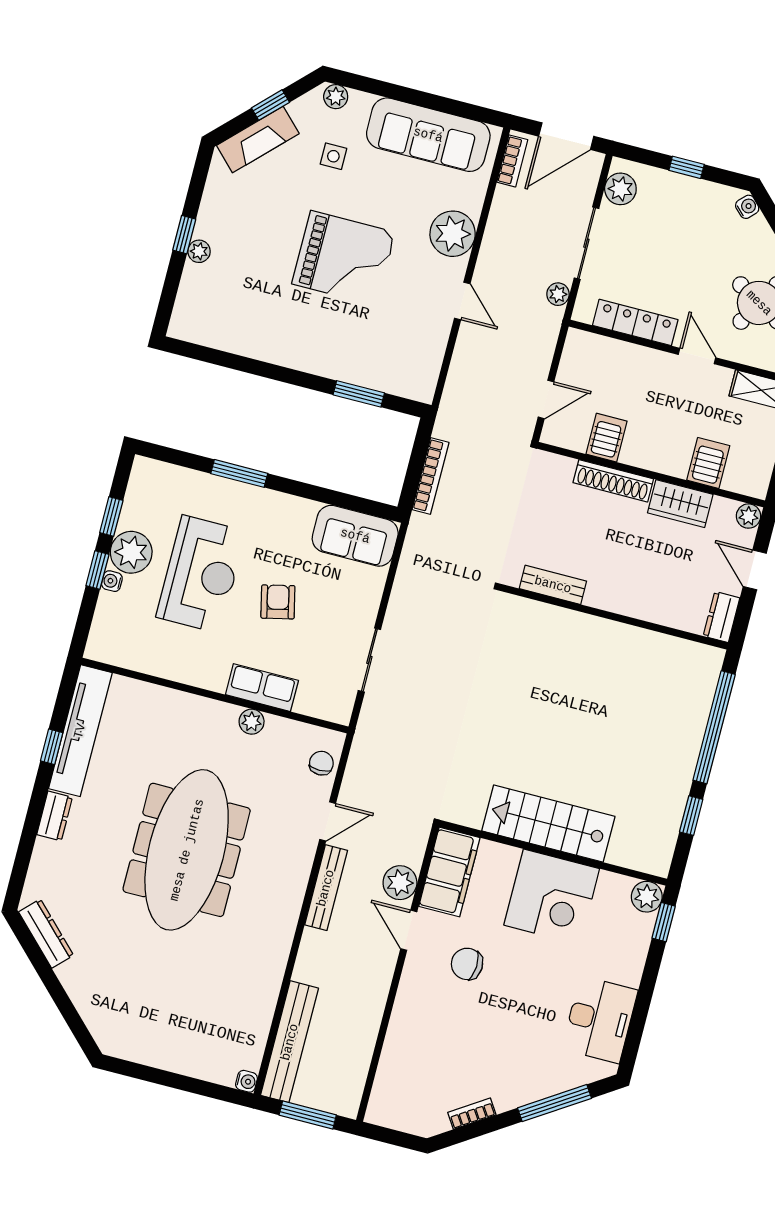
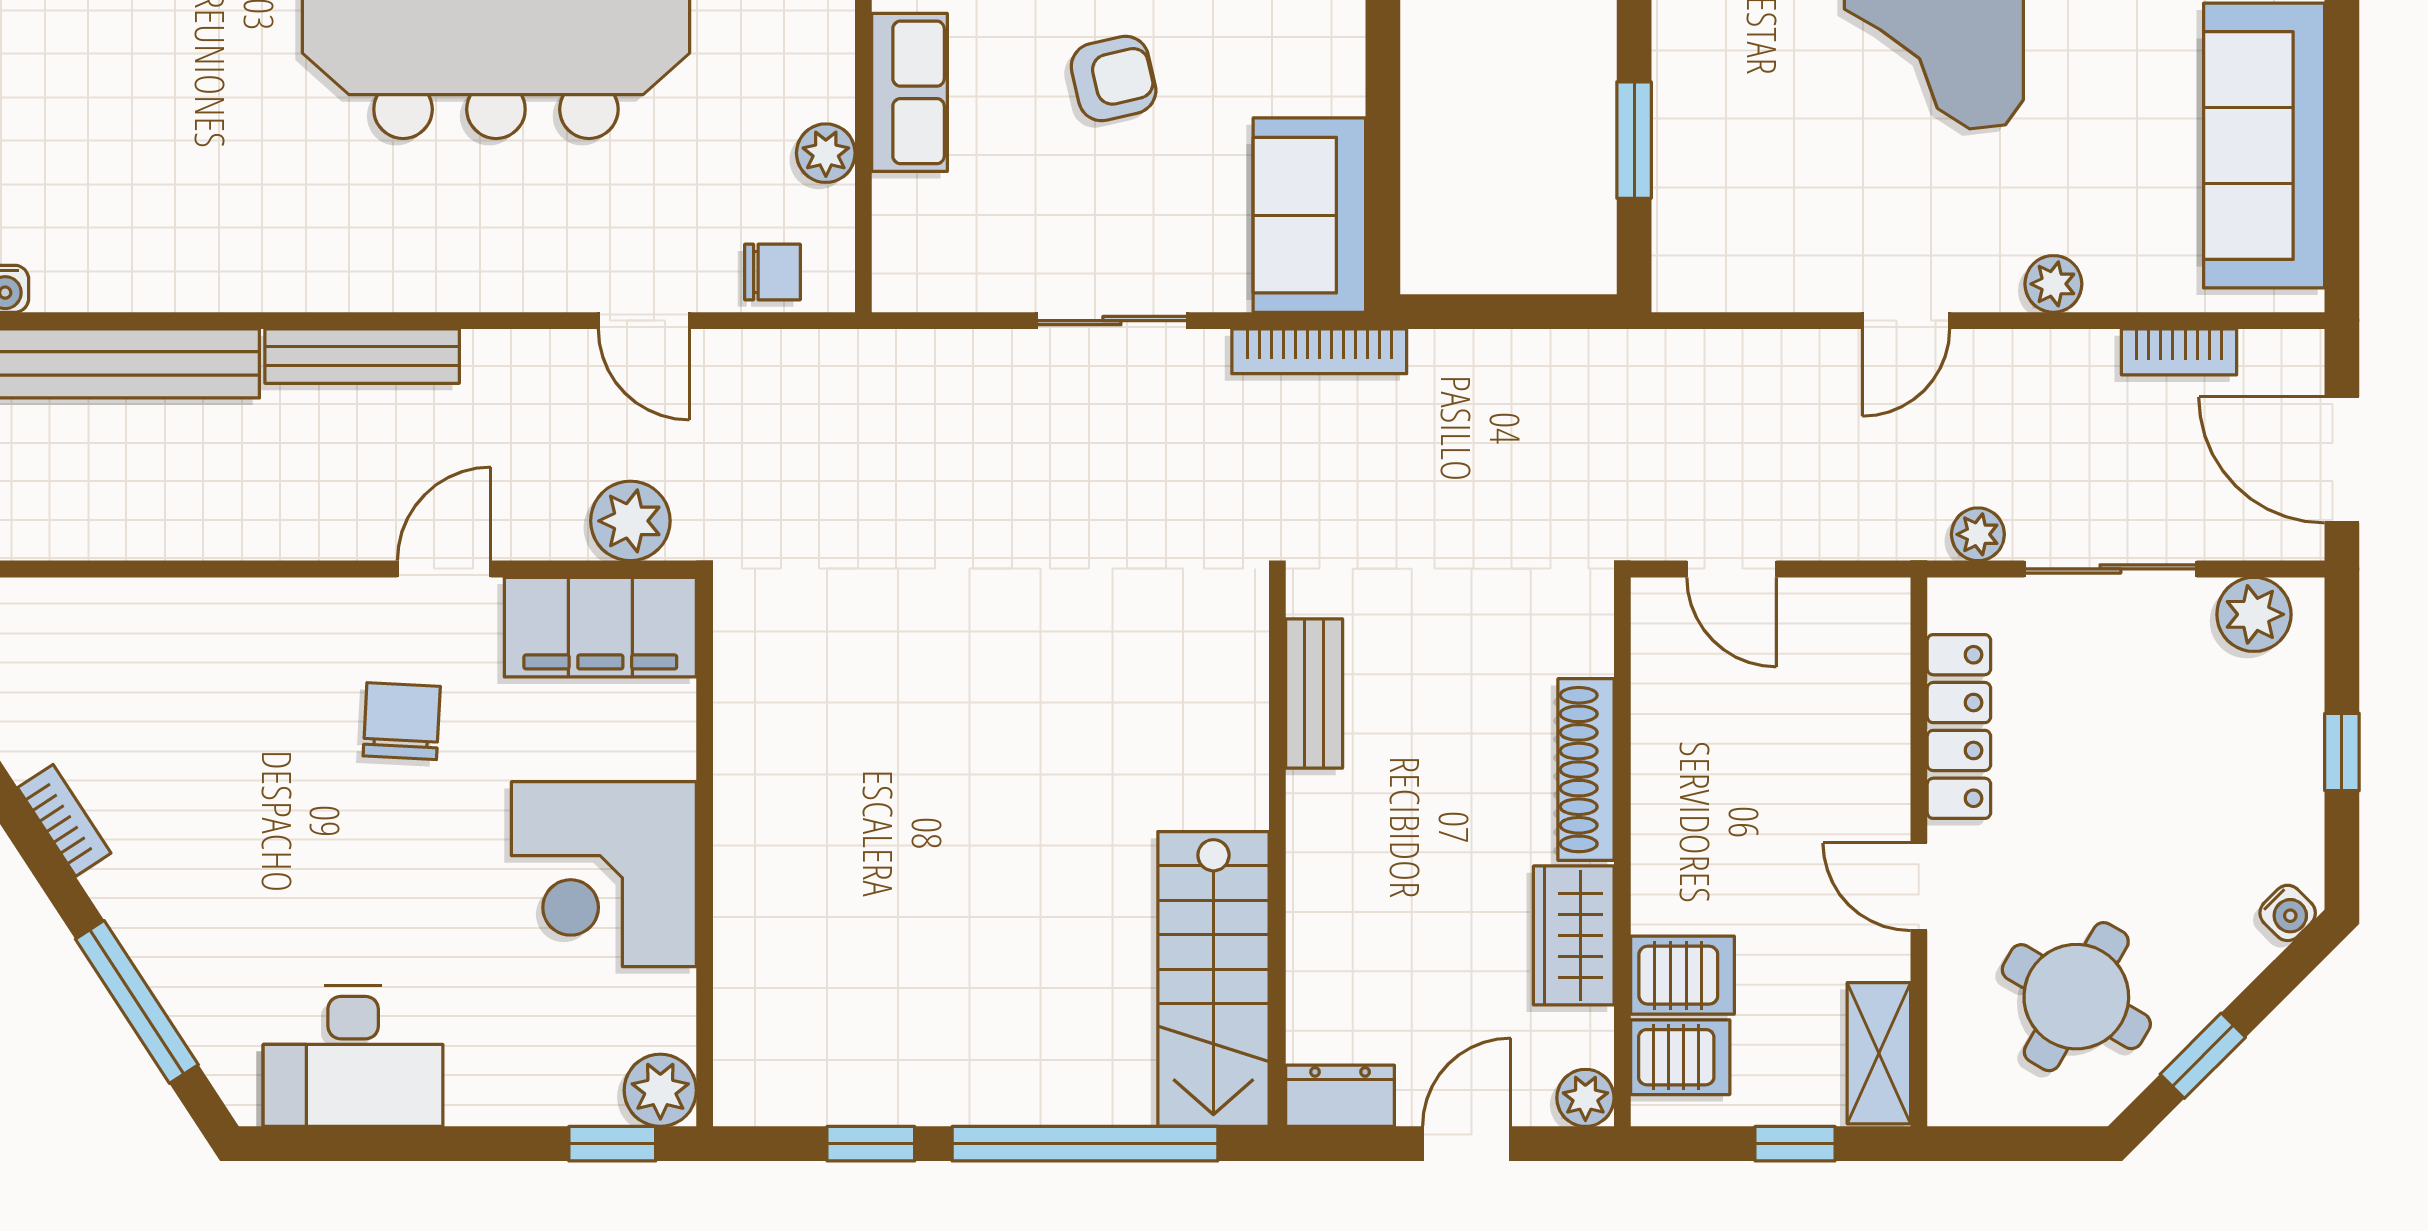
bookcase: (512, 161) -> (2179, 352), moved
plant: (453, 234) -> (2053, 284), width x0.53, depth x0.53
door: (697, 356) -> (1919, 887), swing flipped
server rack: (606, 438) -> (1680, 1057), moved
bookcase: (430, 476) -> (1319, 351), moved
sliding door: (369, 660) -> (1112, 321), moved
plant: (252, 722) -> (826, 153), moved
stairs: (548, 824) -> (1213, 979), moved, turned 180
plant: (400, 883) -> (630, 521), moved
bench: (326, 888) -> (362, 356), moved

